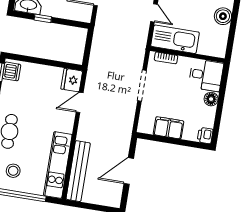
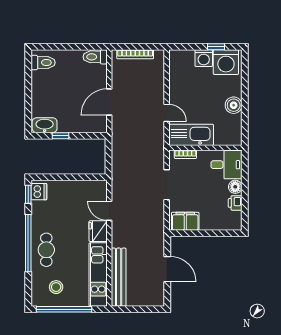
fridge: (72, 80) -> (98, 231), moved
door: (80, 102) -> (109, 211), hinge flipped
filing cabinet: (169, 128) -> (185, 221), moved
printer: (205, 136) -> (235, 203), moved
door: (129, 171) -> (167, 269), swing flipped

